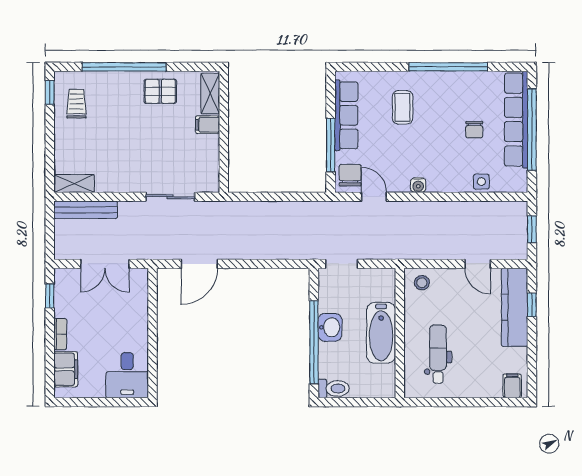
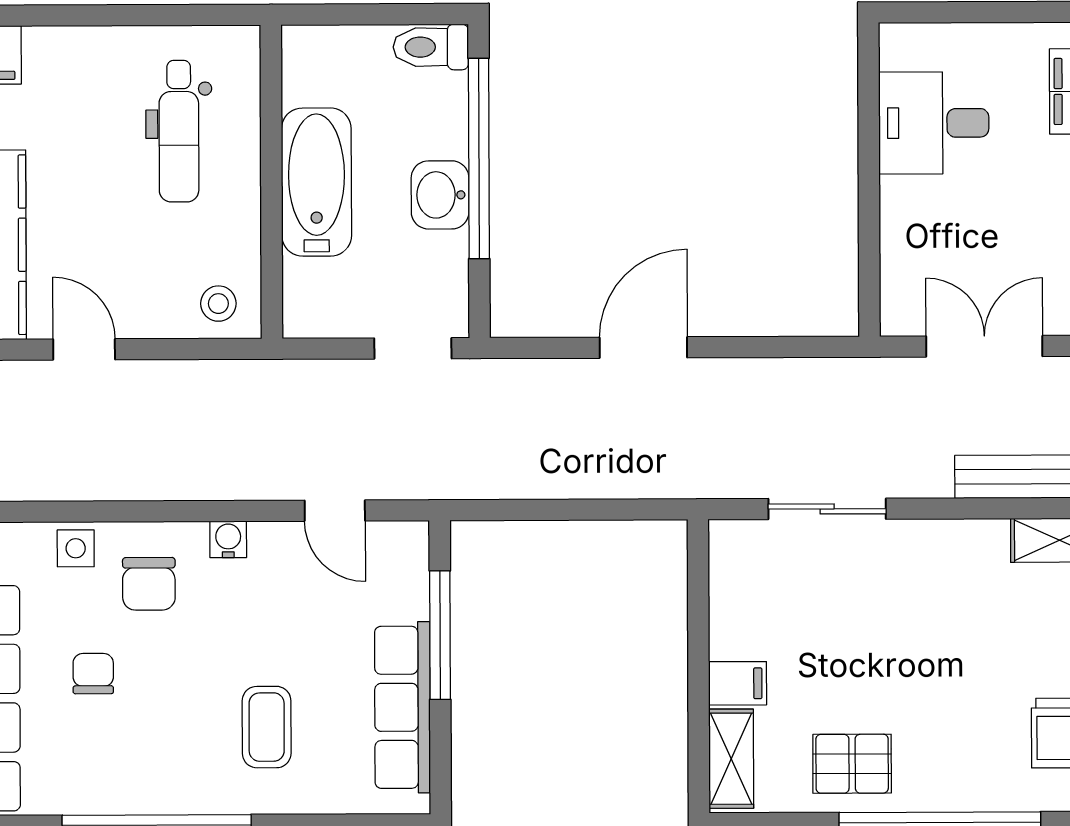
chair: (350, 175) -> (149, 584), moved
door: (199, 264) -> (643, 348), moved
desk: (127, 375) -> (934, 123), moved, turned -90

